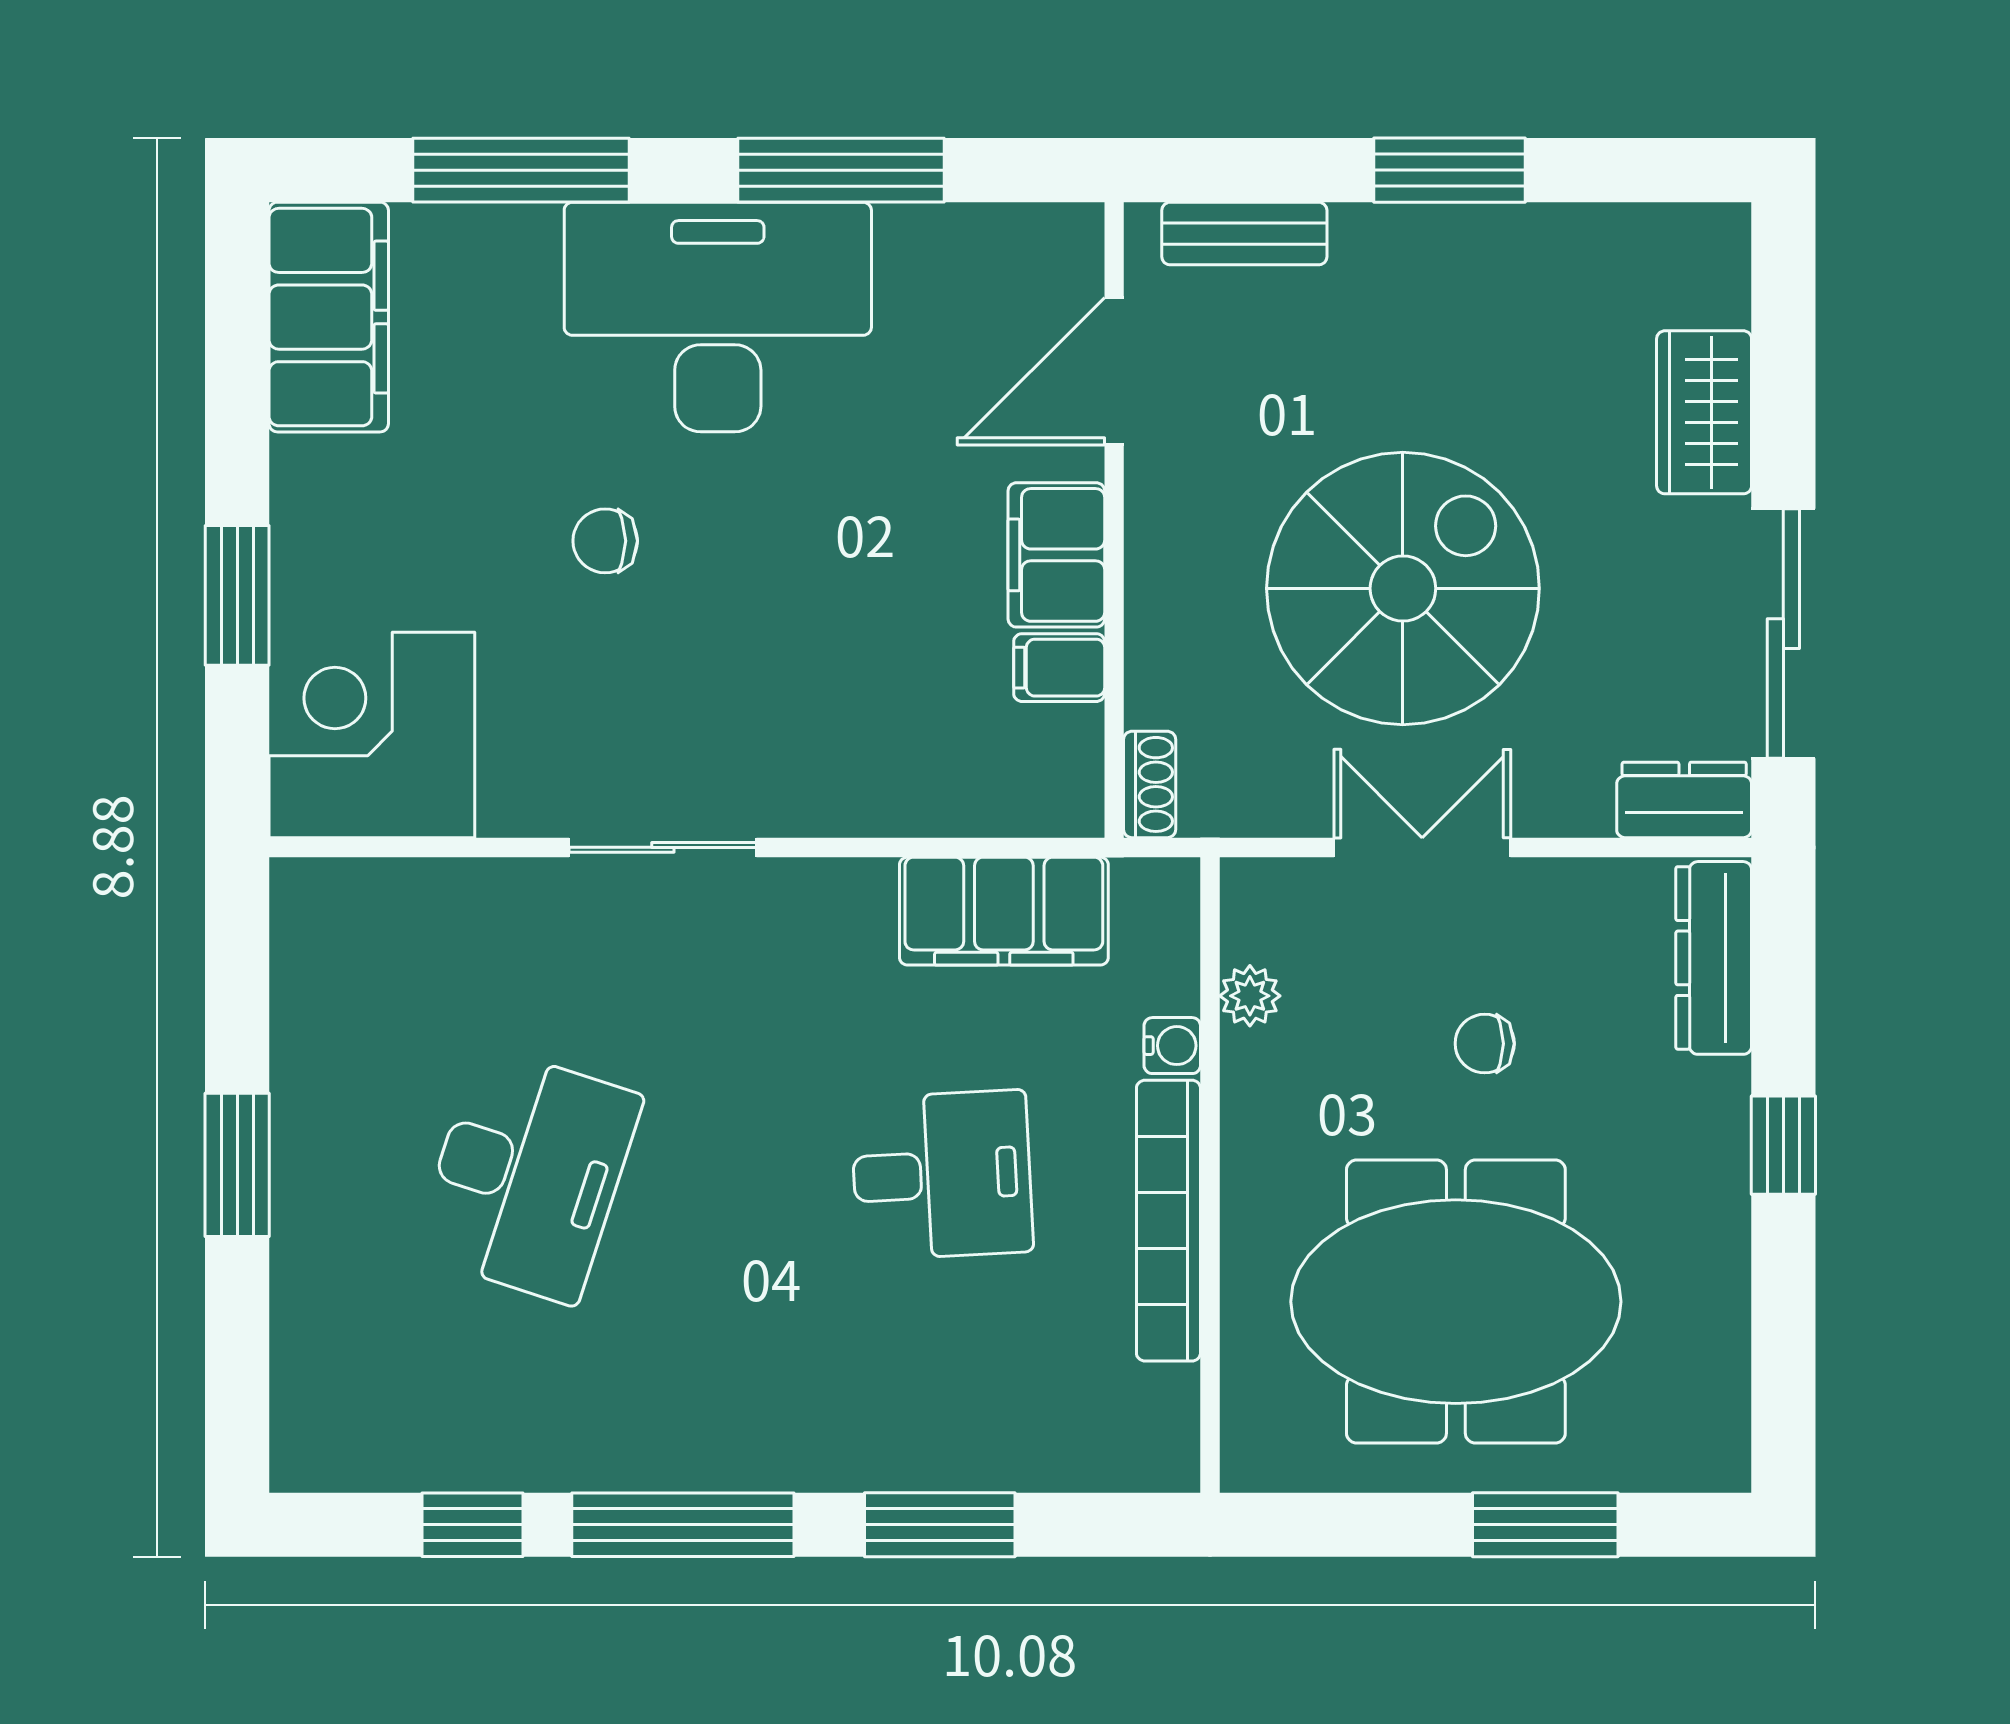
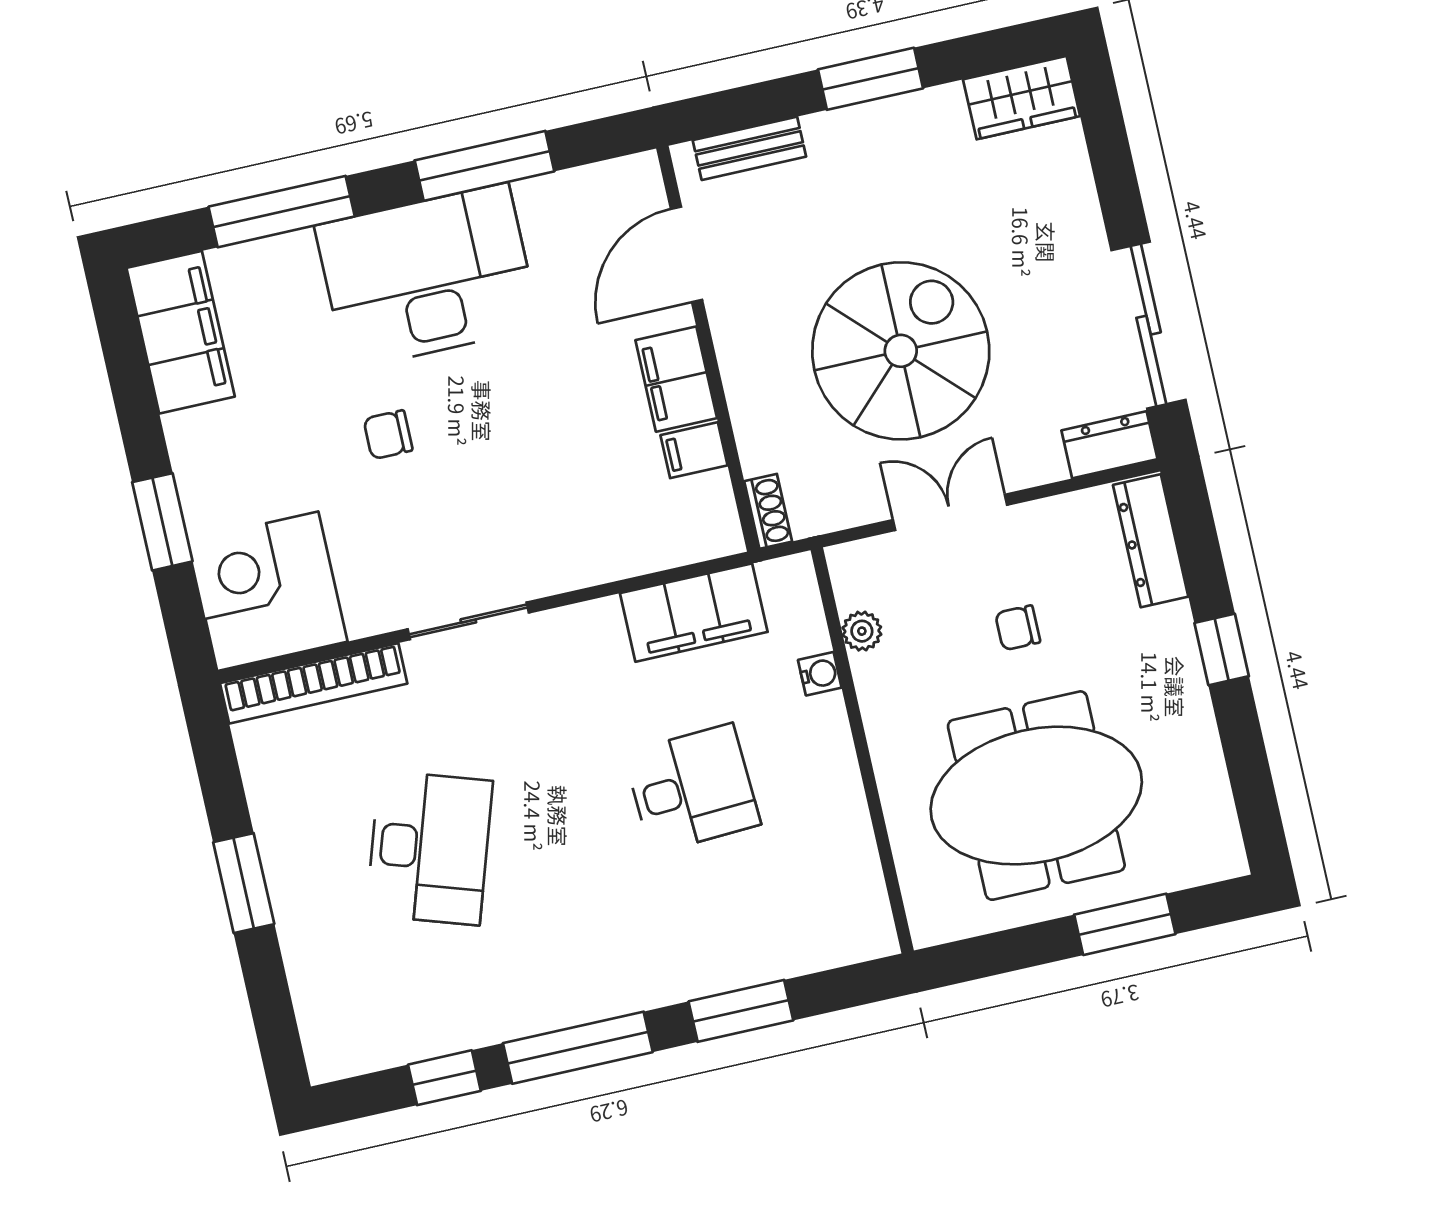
wardrobe: (1704, 412) -> (1022, 98), moved, turned -90
bookcase: (1168, 1221) -> (314, 683), moved, turned -90

